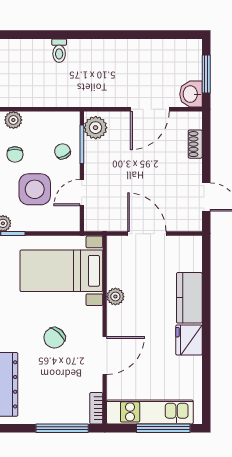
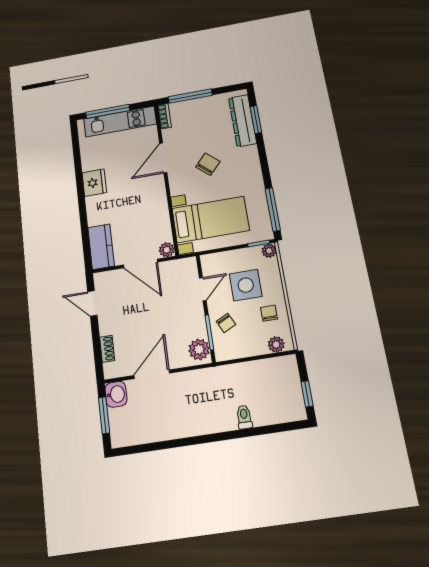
plant: (115, 297) -> (167, 250), moved
kitchen counter: (189, 298) -> (101, 247), moved

